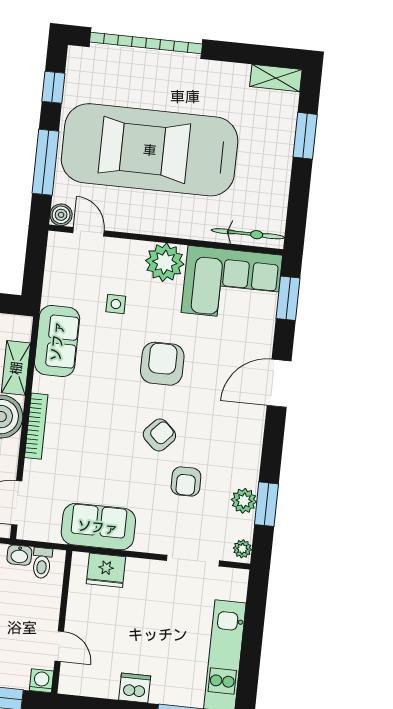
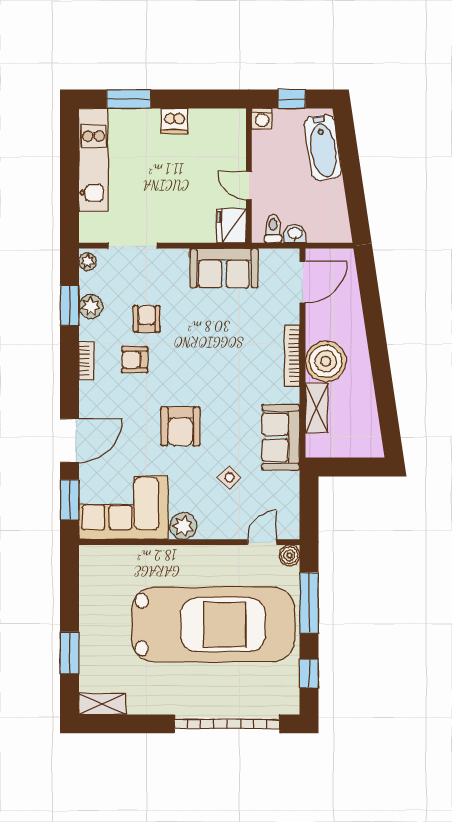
door: (89, 232) -> (262, 542), swing flipped
bicycle: (248, 234) -> (113, 556), removed
plant: (165, 262) -> (183, 526), width x0.73, depth x0.73
side table: (116, 304) -> (230, 477), turned 45
door: (279, 383) -> (69, 441), moved
armchair: (159, 435) -> (135, 360), moved, turned 47
bookcase: (255, 444) -> (86, 361), added
fridge: (106, 570) -> (231, 226), moved, turned -90
door: (59, 646) -> (249, 186), moved

